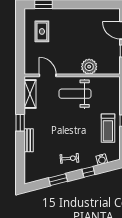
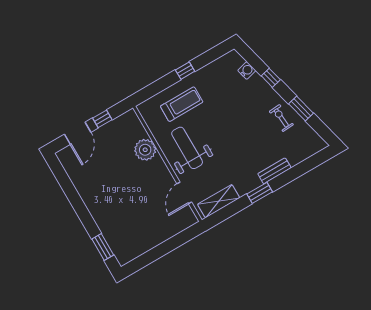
rug: (42, 31) -> (136, 230), removed
weight bench: (75, 94) -> (187, 148), turned 180
treadmill: (108, 128) -> (182, 104), moved
exercise bike: (69, 158) -> (281, 118), moved

